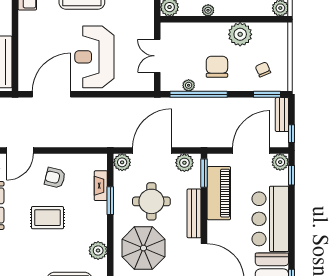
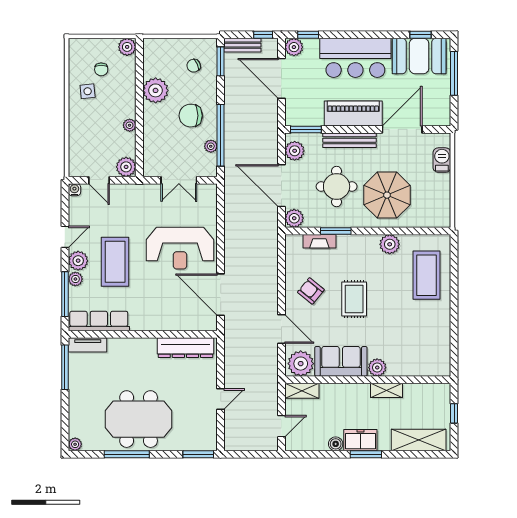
armchair: (55, 178) -> (311, 291), turned 115
piano: (219, 193) -> (353, 113), moved

